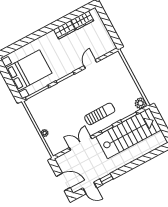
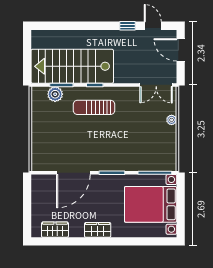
wardrobe: (64, 30) -> (98, 230), moved
door: (90, 64) -> (73, 173), width x1.88
plant: (140, 103) -> (55, 94), moved
double door: (81, 143) -> (156, 85), moved

